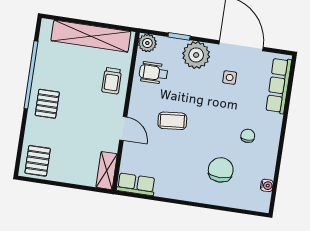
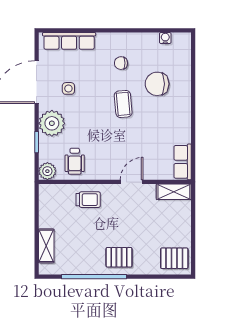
shelving: (91, 36) -> (46, 246), width x0.45, depth x0.75
coffee table: (172, 121) -> (123, 104), moved

